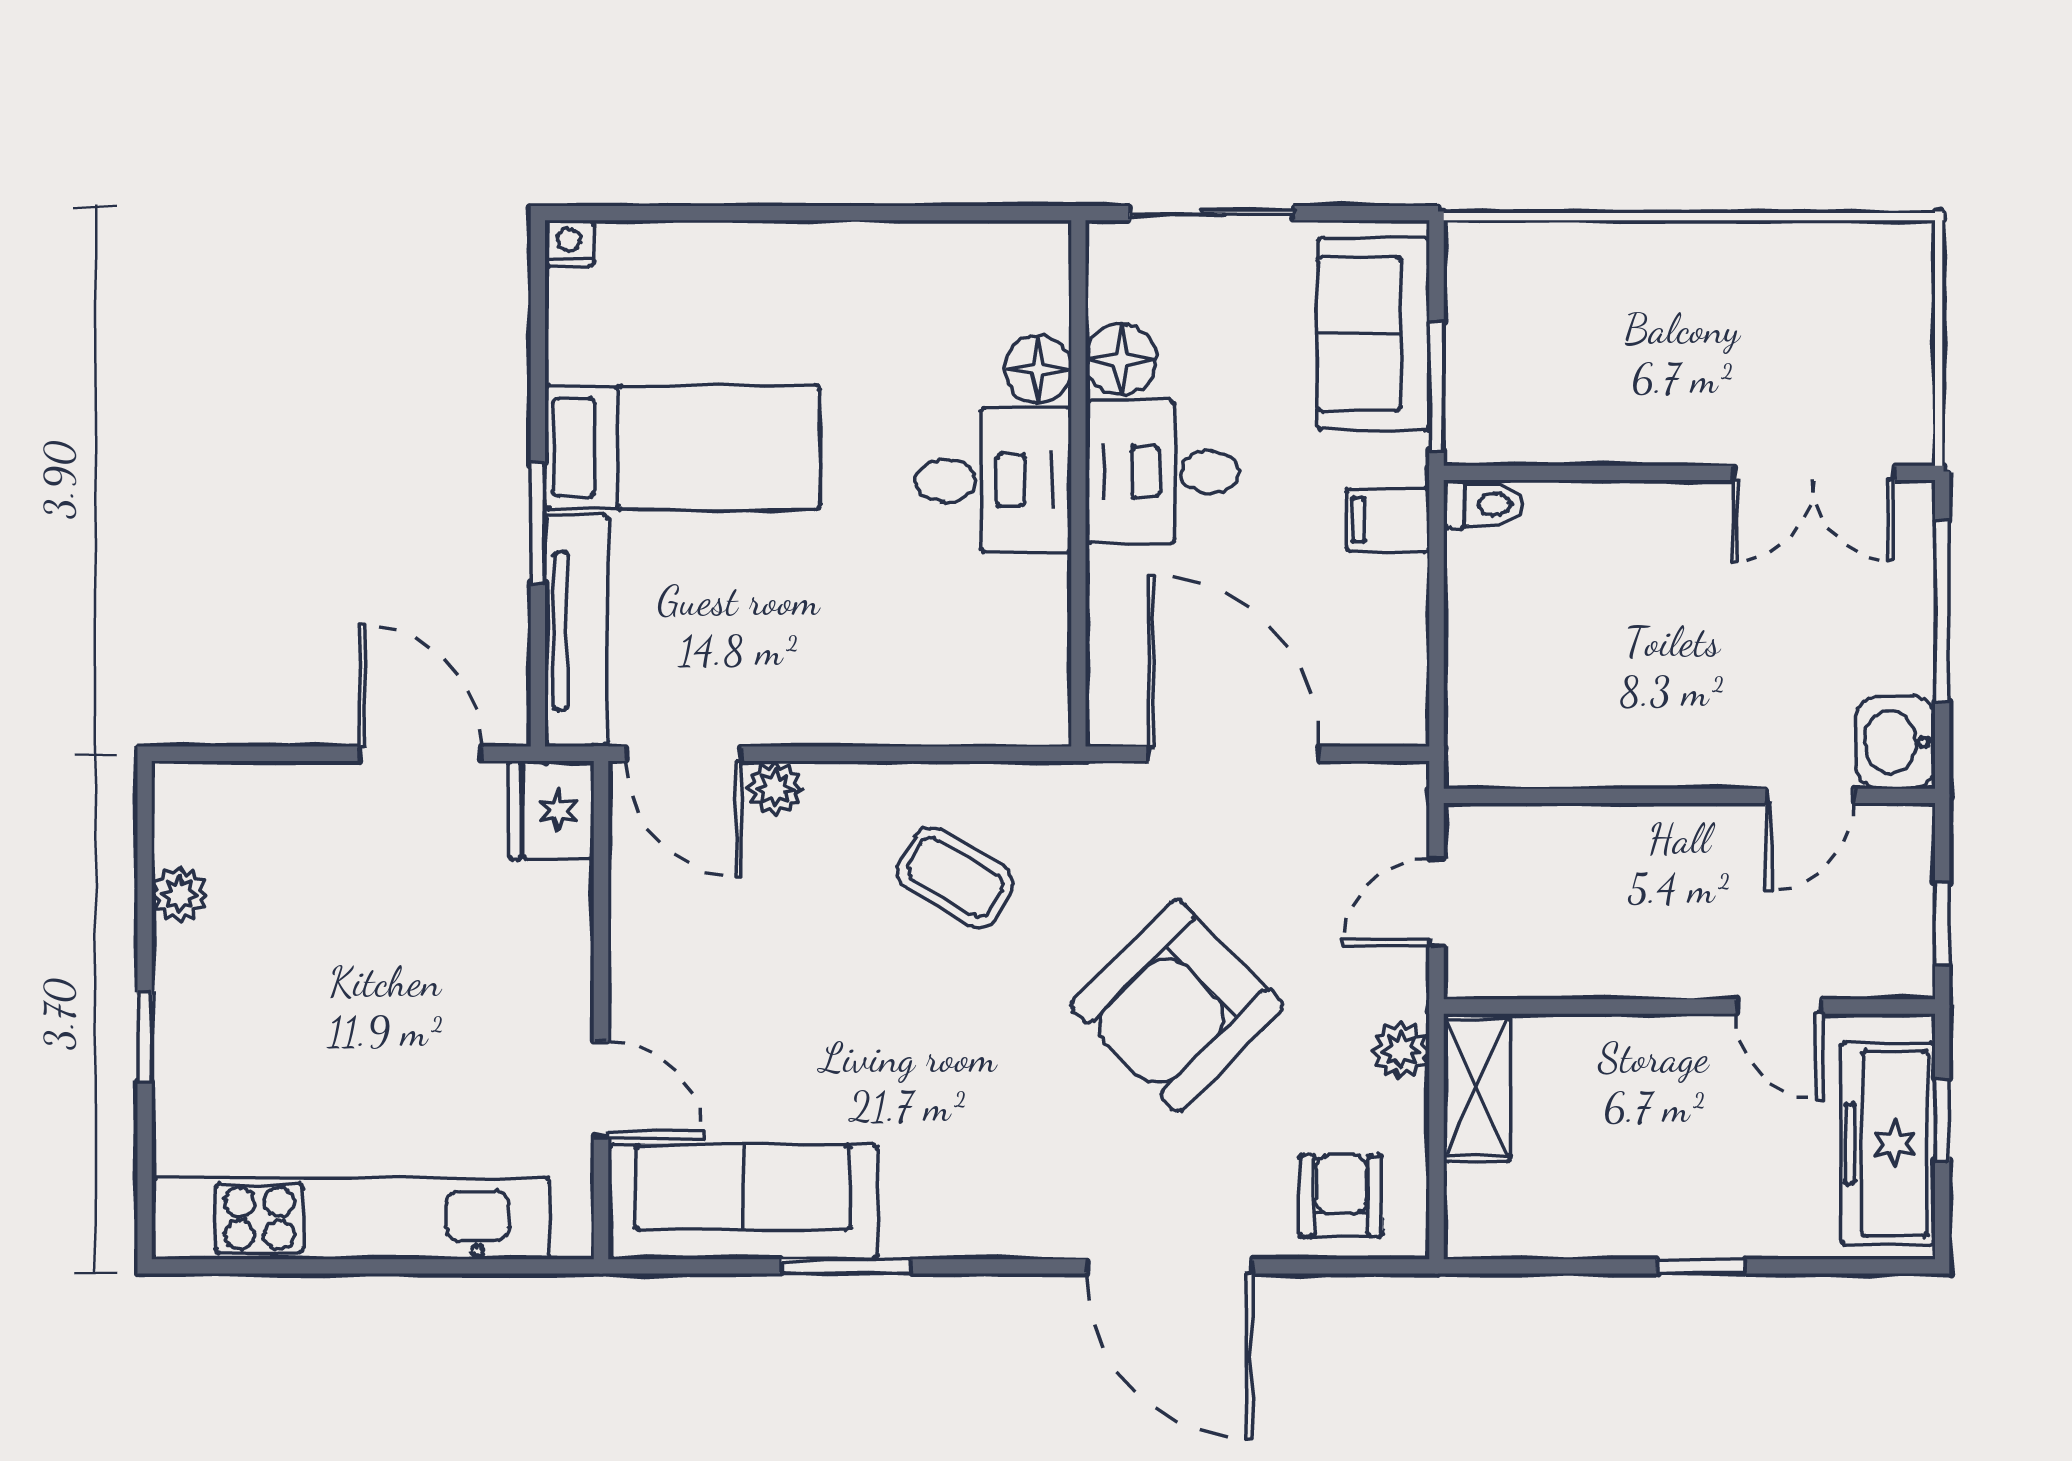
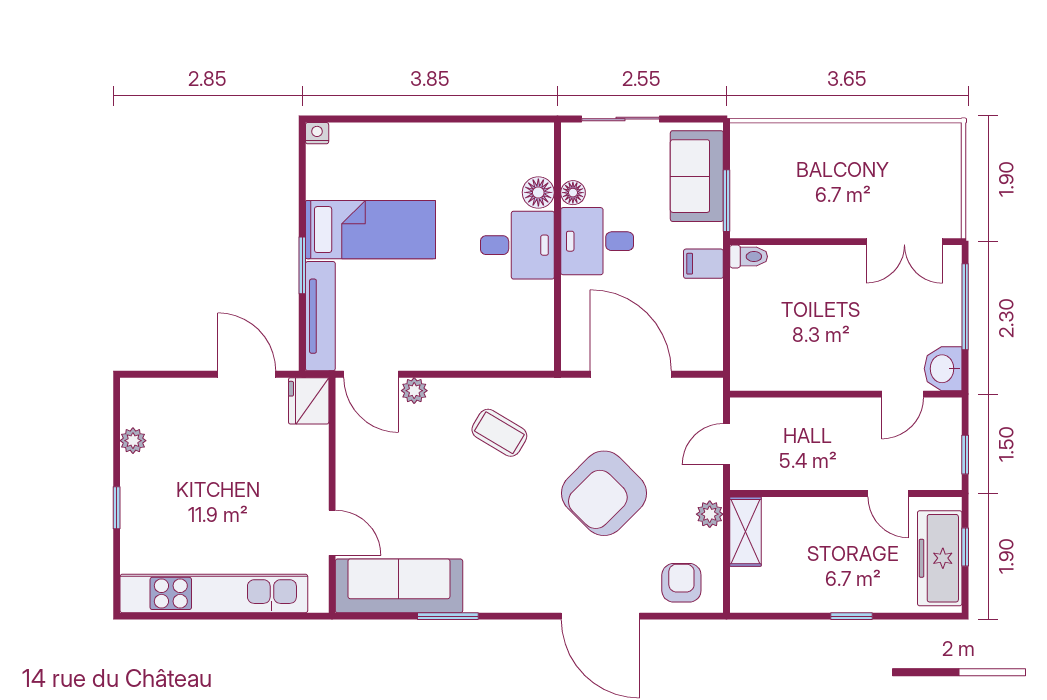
floor lamp: (1121, 360) -> (573, 193), width x0.73, depth x0.73

